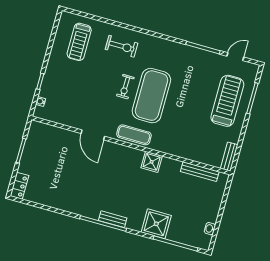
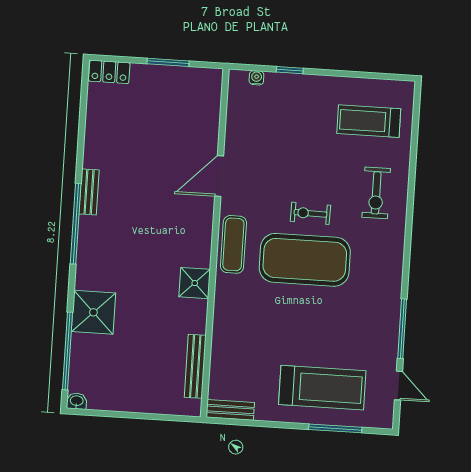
bench: (113, 219) -> (89, 192), moved
washbasin: (210, 229) -> (77, 401), moved

